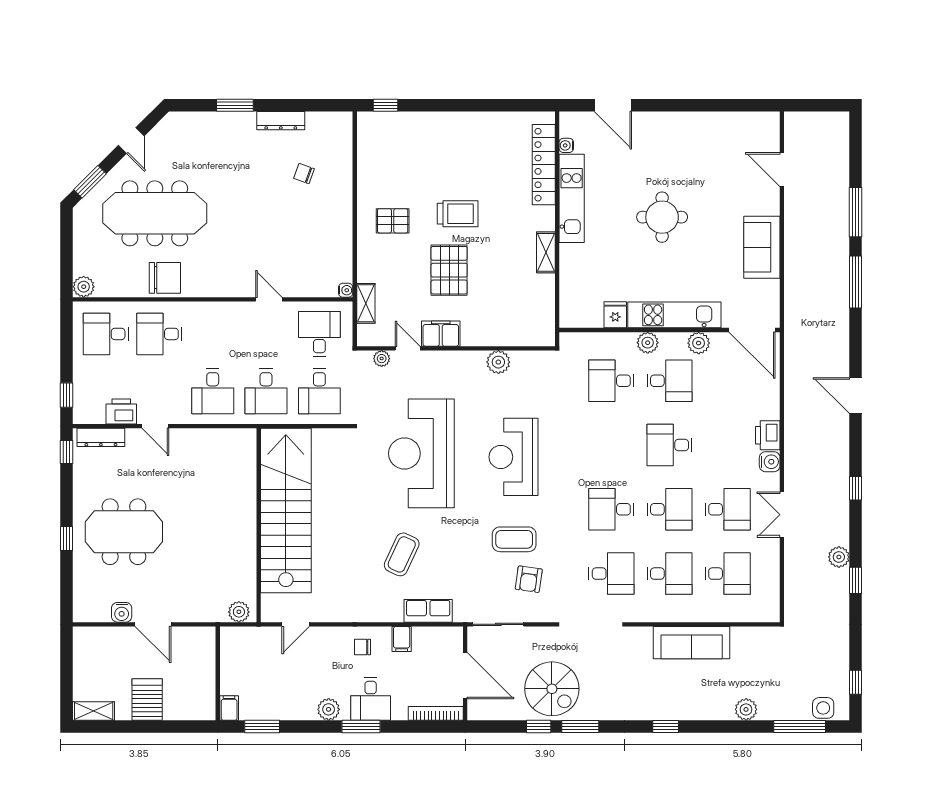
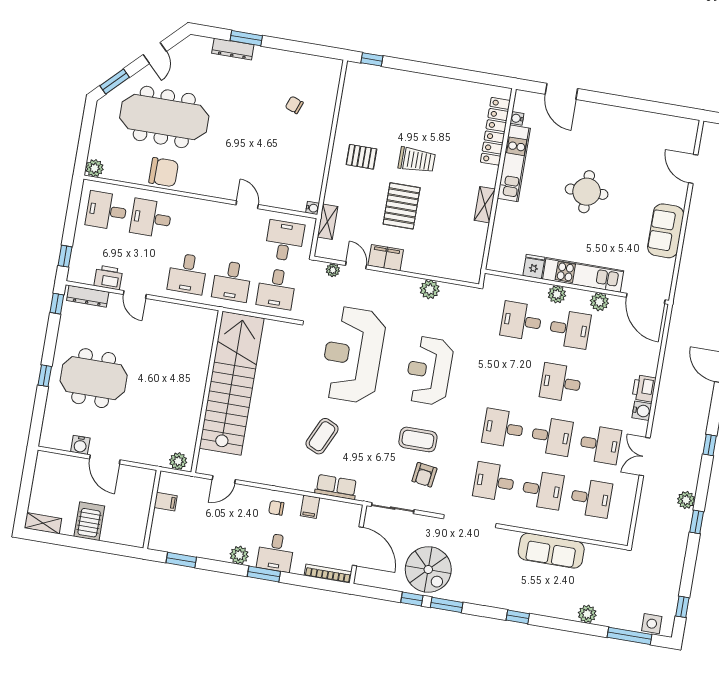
dresser: (281, 121) -> (233, 49), moved
desk: (611, 574) -> (494, 482), turned 180
filing cabinet: (229, 708) -> (166, 502), moved, turned 90

